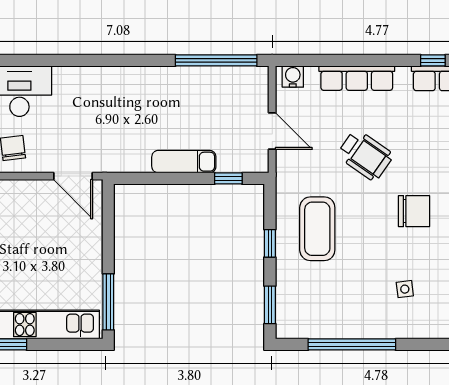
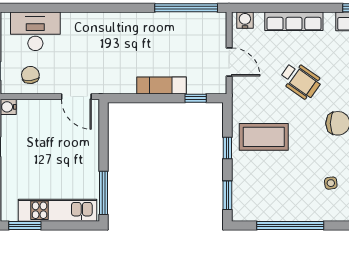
coffee table: (317, 229) -> (264, 137), turned 90

